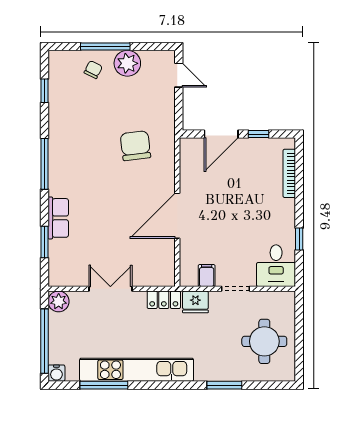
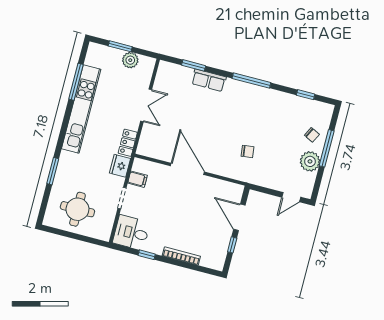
chair: (135, 146) -> (247, 151), width x0.54, depth x0.54
bookcase: (289, 173) -> (181, 256), moved
plant: (59, 301) -> (130, 60), moved
window: (44, 341) -> (120, 46), width x0.47
water cooler: (56, 373) -> (94, 49), removed

